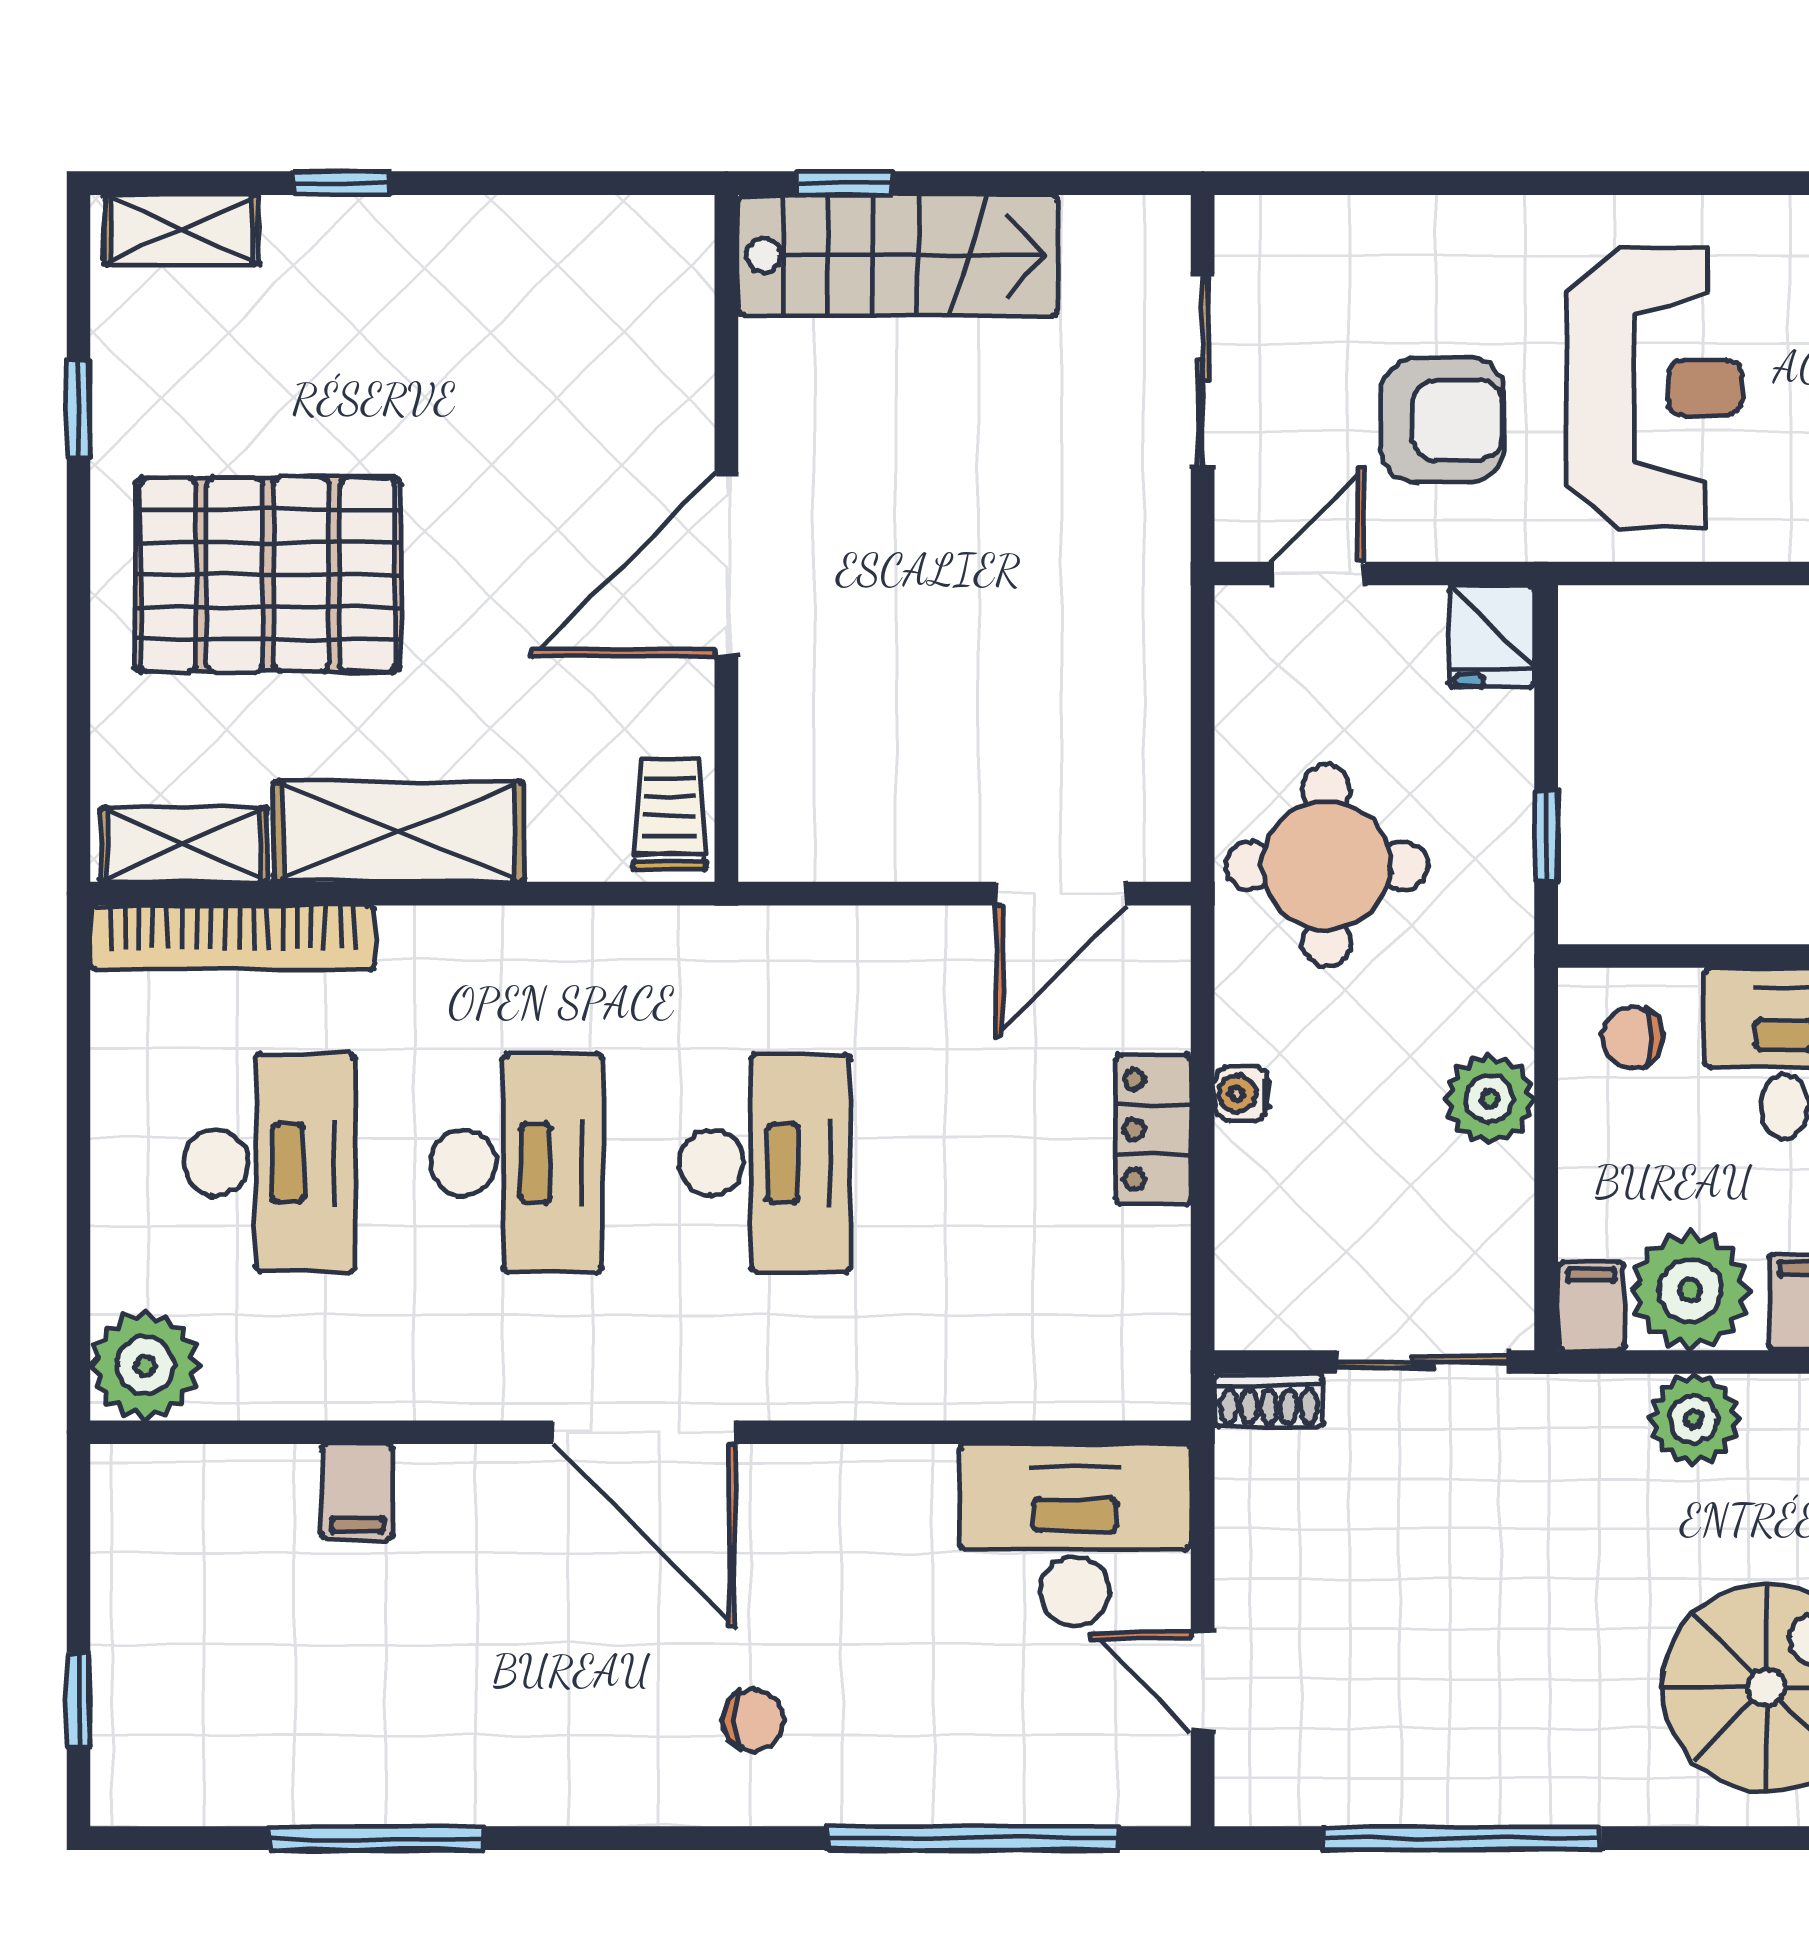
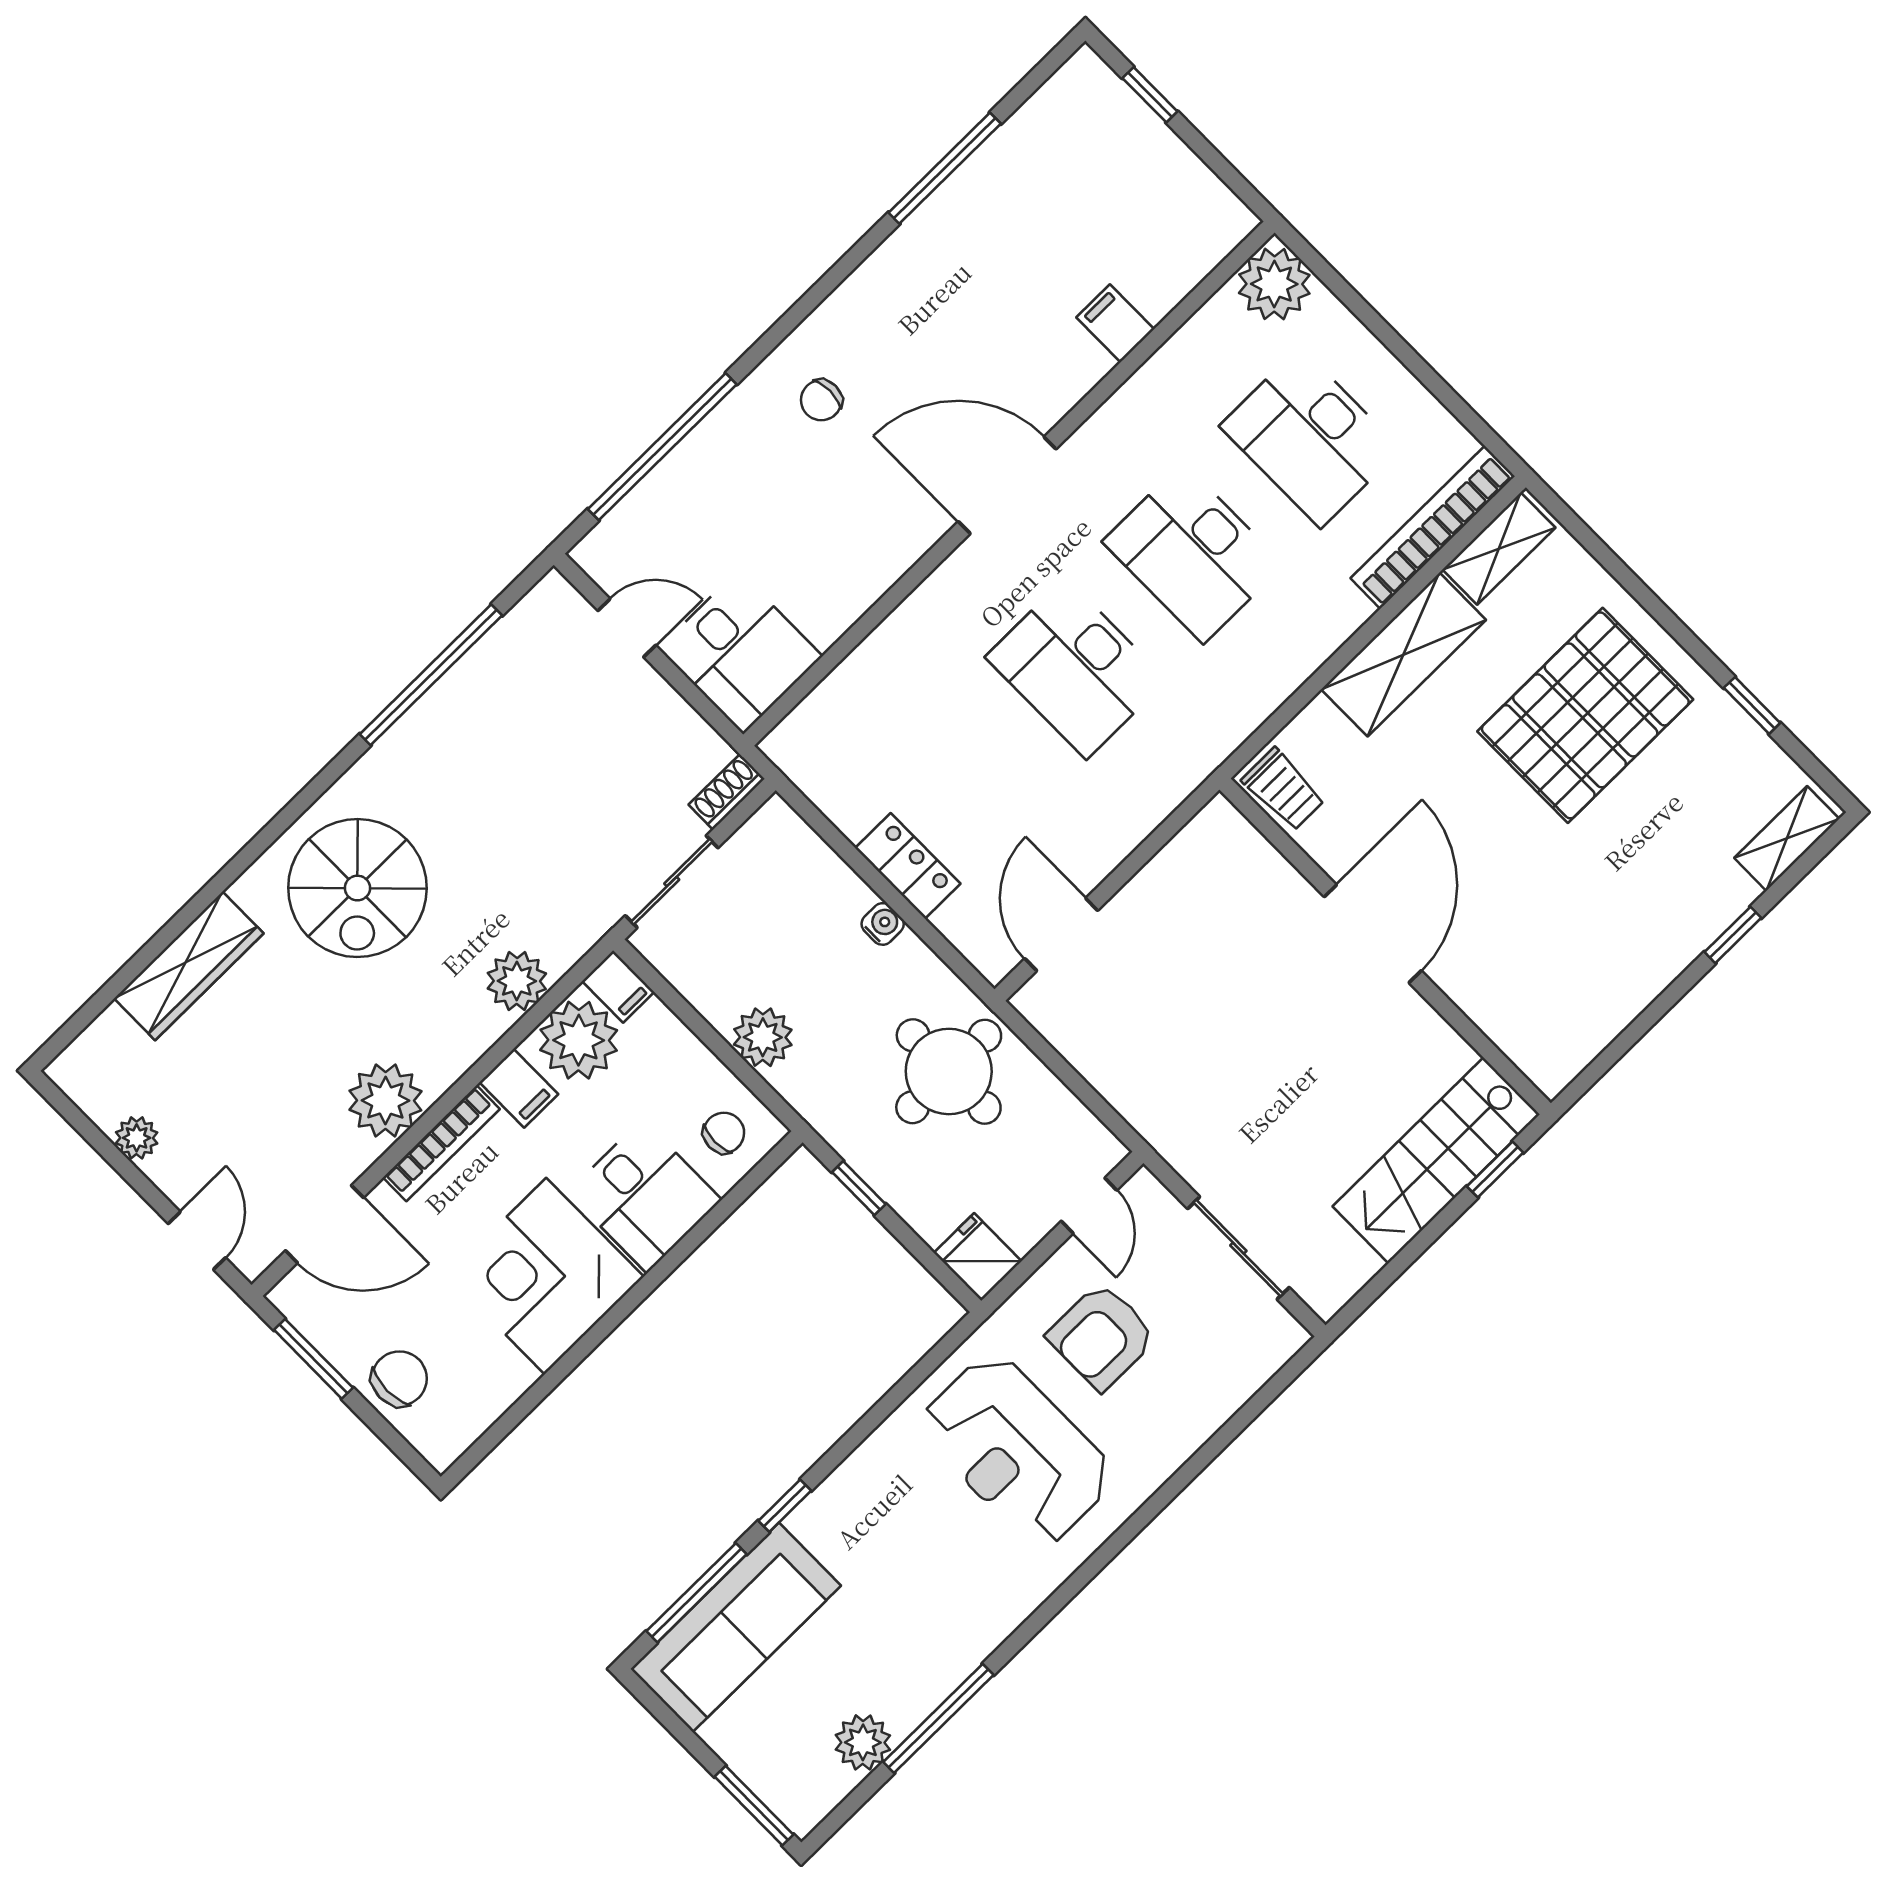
desk: (1075, 1535) -> (741, 652), width x0.73

